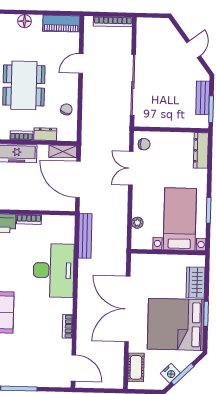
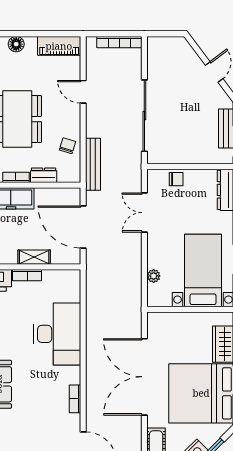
door: (81, 63) -> (83, 92), hinge flipped
chair: (144, 144) -> (176, 179), moved
shelving: (63, 151) -> (34, 257), moved
bench: (85, 236) -> (93, 164), moved

